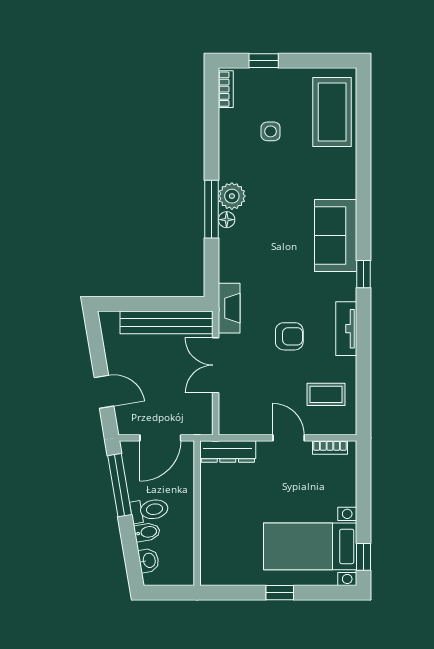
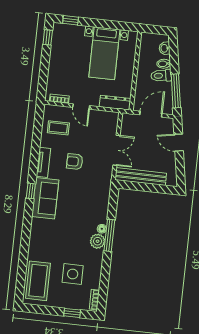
side table: (271, 131) -> (73, 274), width x1.87, depth x1.87
sofa: (336, 235) -> (45, 198), moved
fireplace: (229, 308) -> (106, 180), removed
bed with nightstands: (310, 546) -> (104, 53), moved, turned 90
window: (280, 593) -> (71, 20), moved

